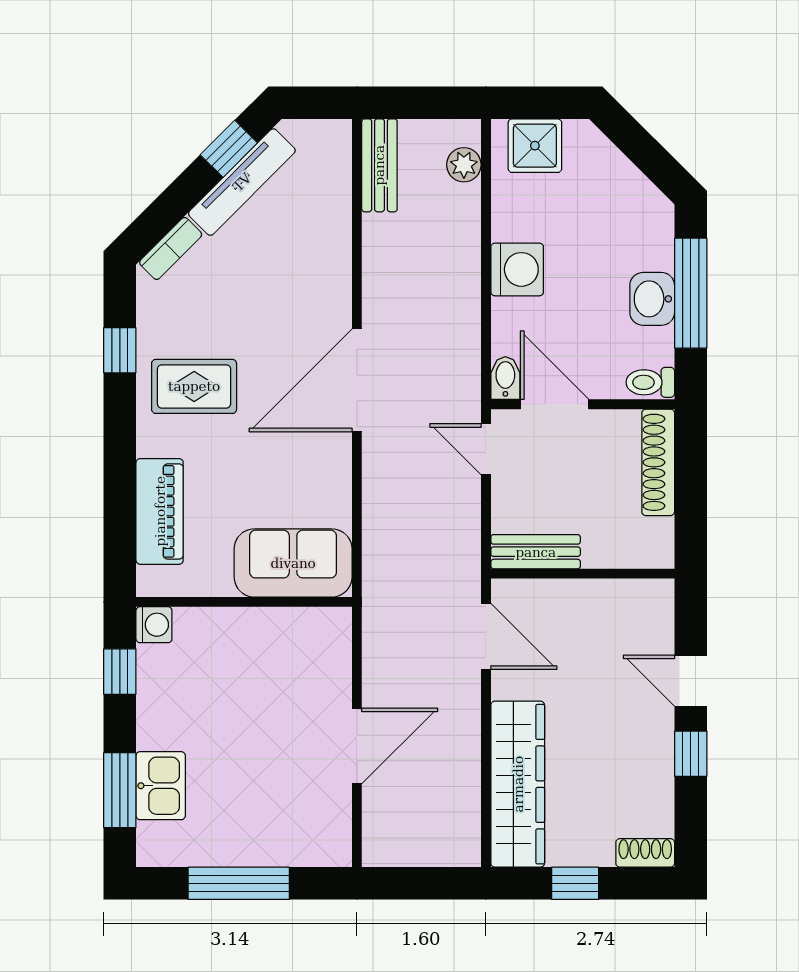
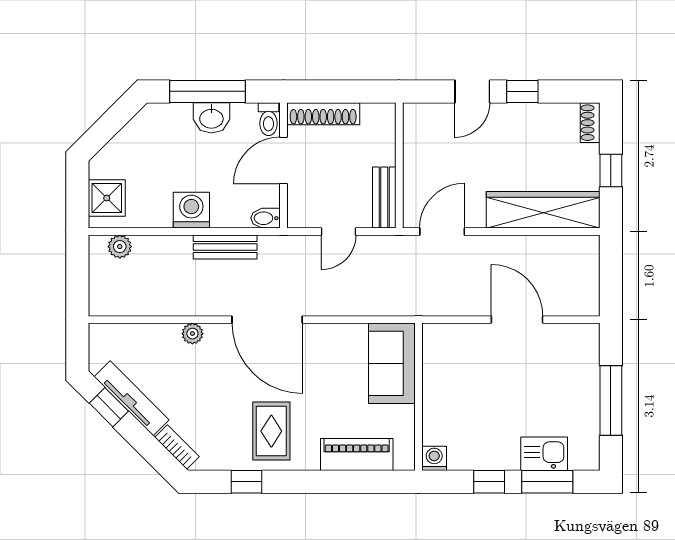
bench: (379, 165) -> (225, 247), moved
plant: (337, 271) -> (192, 334), added
door: (555, 404) -> (283, 161), moved
door: (486, 449) -> (339, 231), moved
window: (120, 672) -> (489, 482), moved

